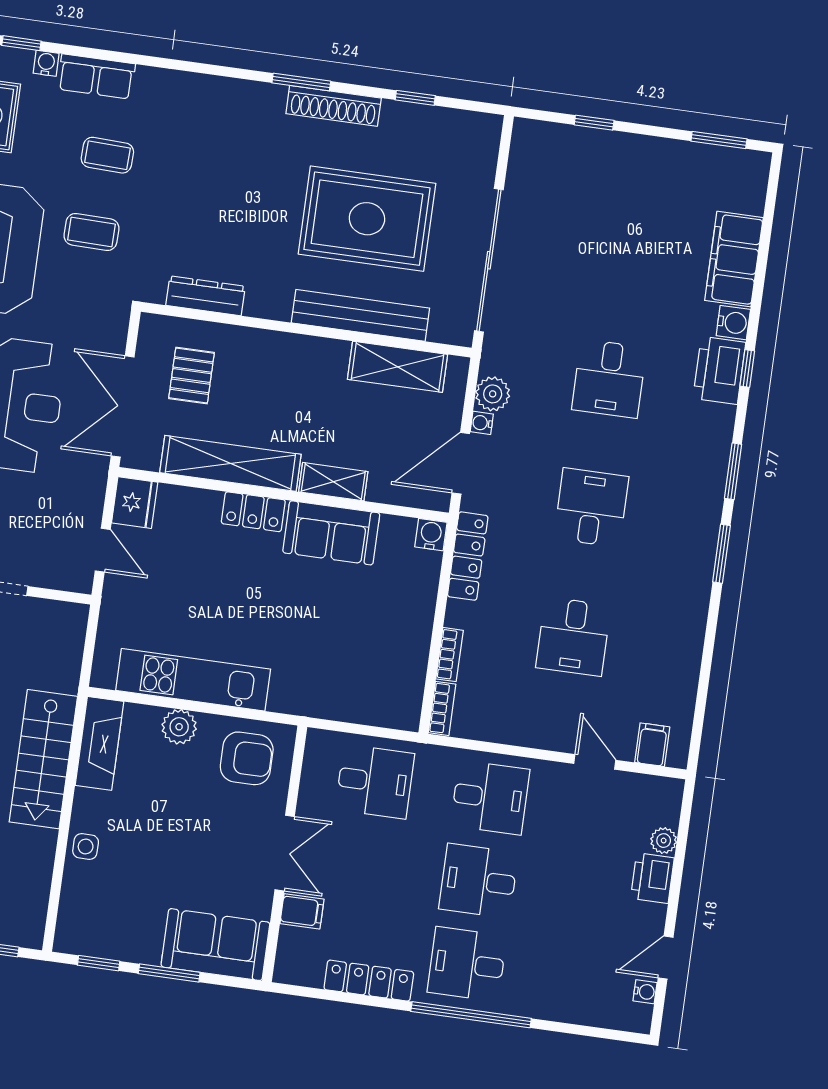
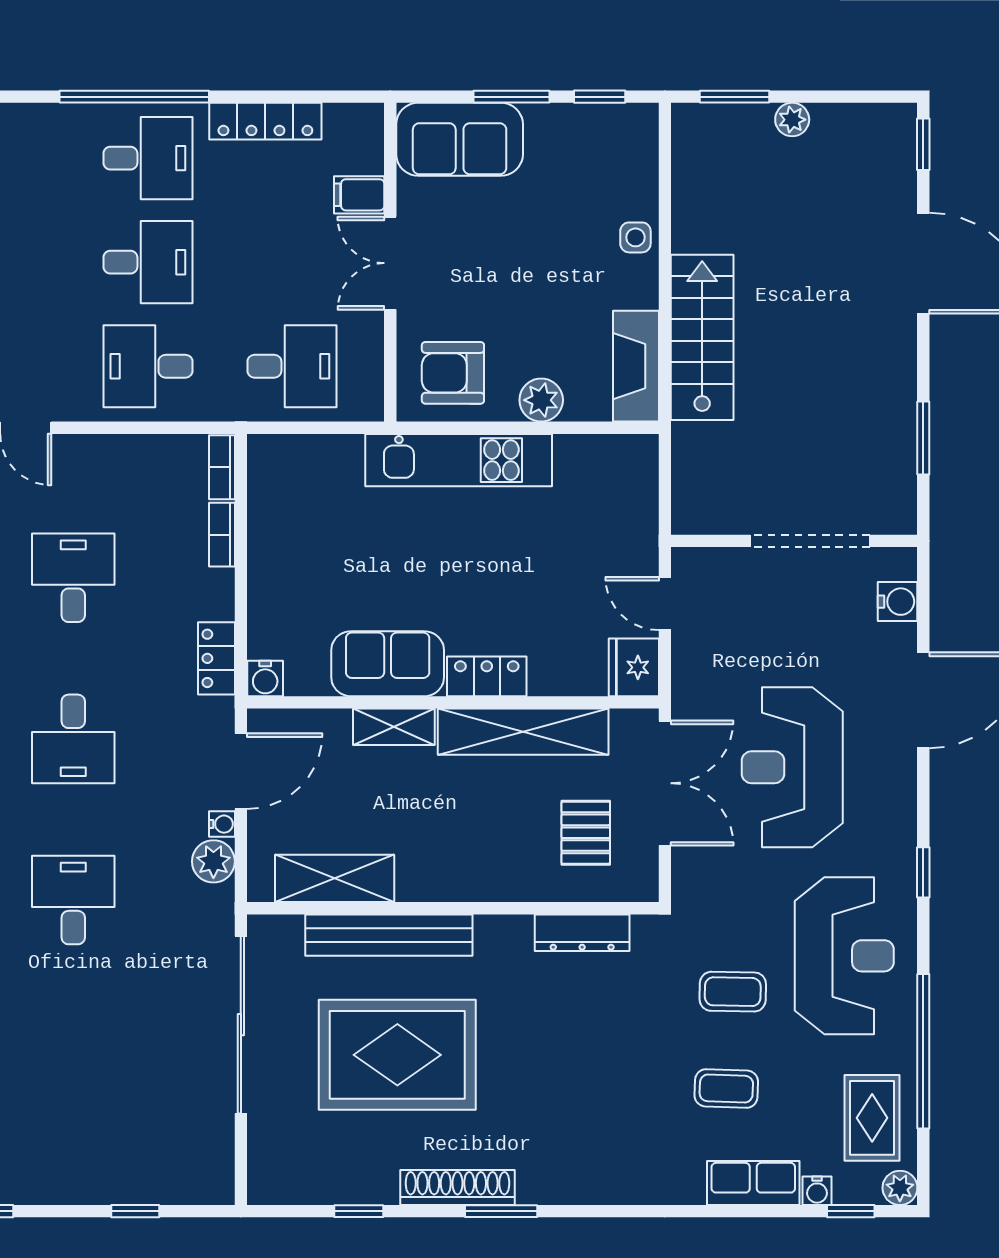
locker: (468, 556) -> (216, 658), width x0.66
kitchen unit: (193, 680) -> (459, 460), moved
desk: (375, 782) -> (292, 366), turned 180

